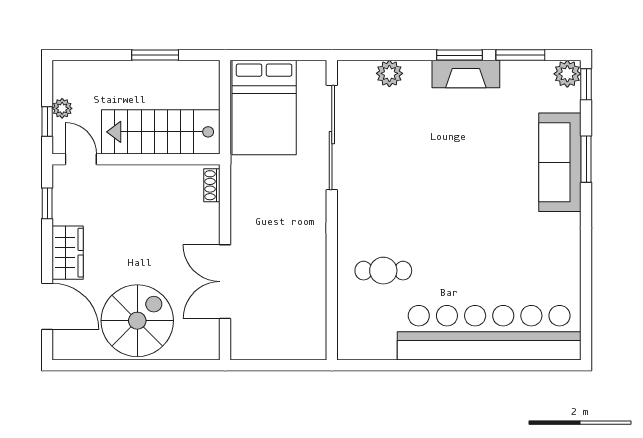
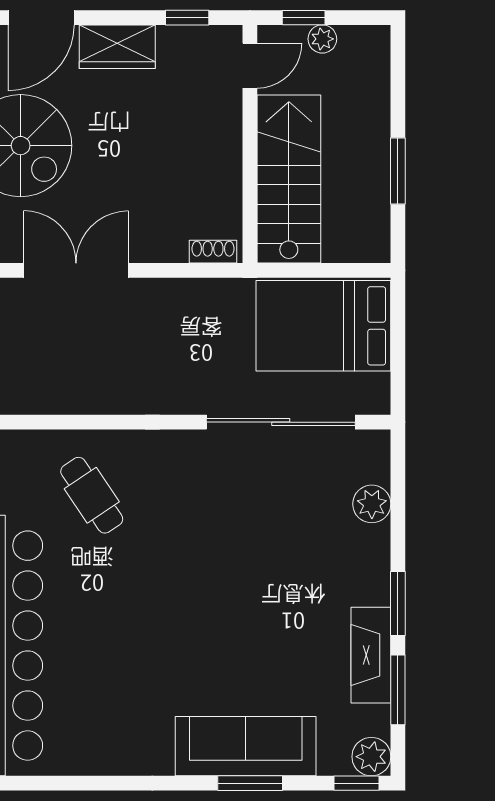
fireplace: (466, 74) -> (371, 655), moved
cafe table: (383, 271) -> (92, 495), turned -34

